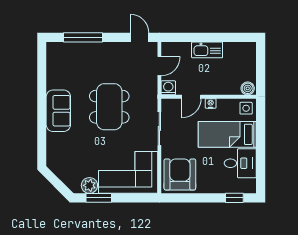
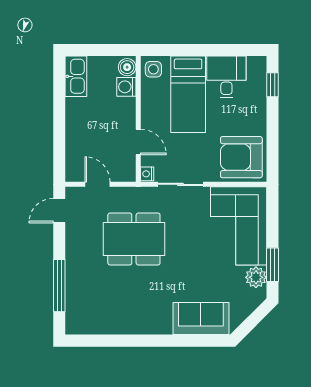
kitchen sink: (207, 50) -> (76, 76), moved
washing machine: (168, 88) -> (126, 87), moved
nightstand: (211, 103) -> (147, 174), moved
dining table: (109, 107) -> (134, 239), moved
sofa: (58, 111) -> (201, 319), moved

